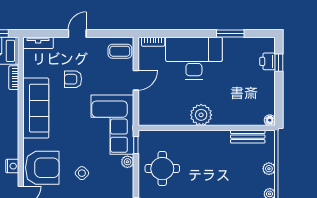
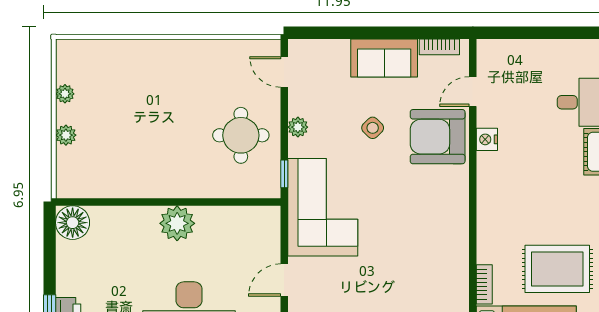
armchair: (73, 79) -> (387, 282), removed
sofa: (36, 108) -> (448, 234), removed
floor lamp: (270, 120) -> (73, 223), width x1.89, depth x1.89
bench: (248, 137) -> (101, 188), removed
plant: (127, 162) -> (298, 127), moved

